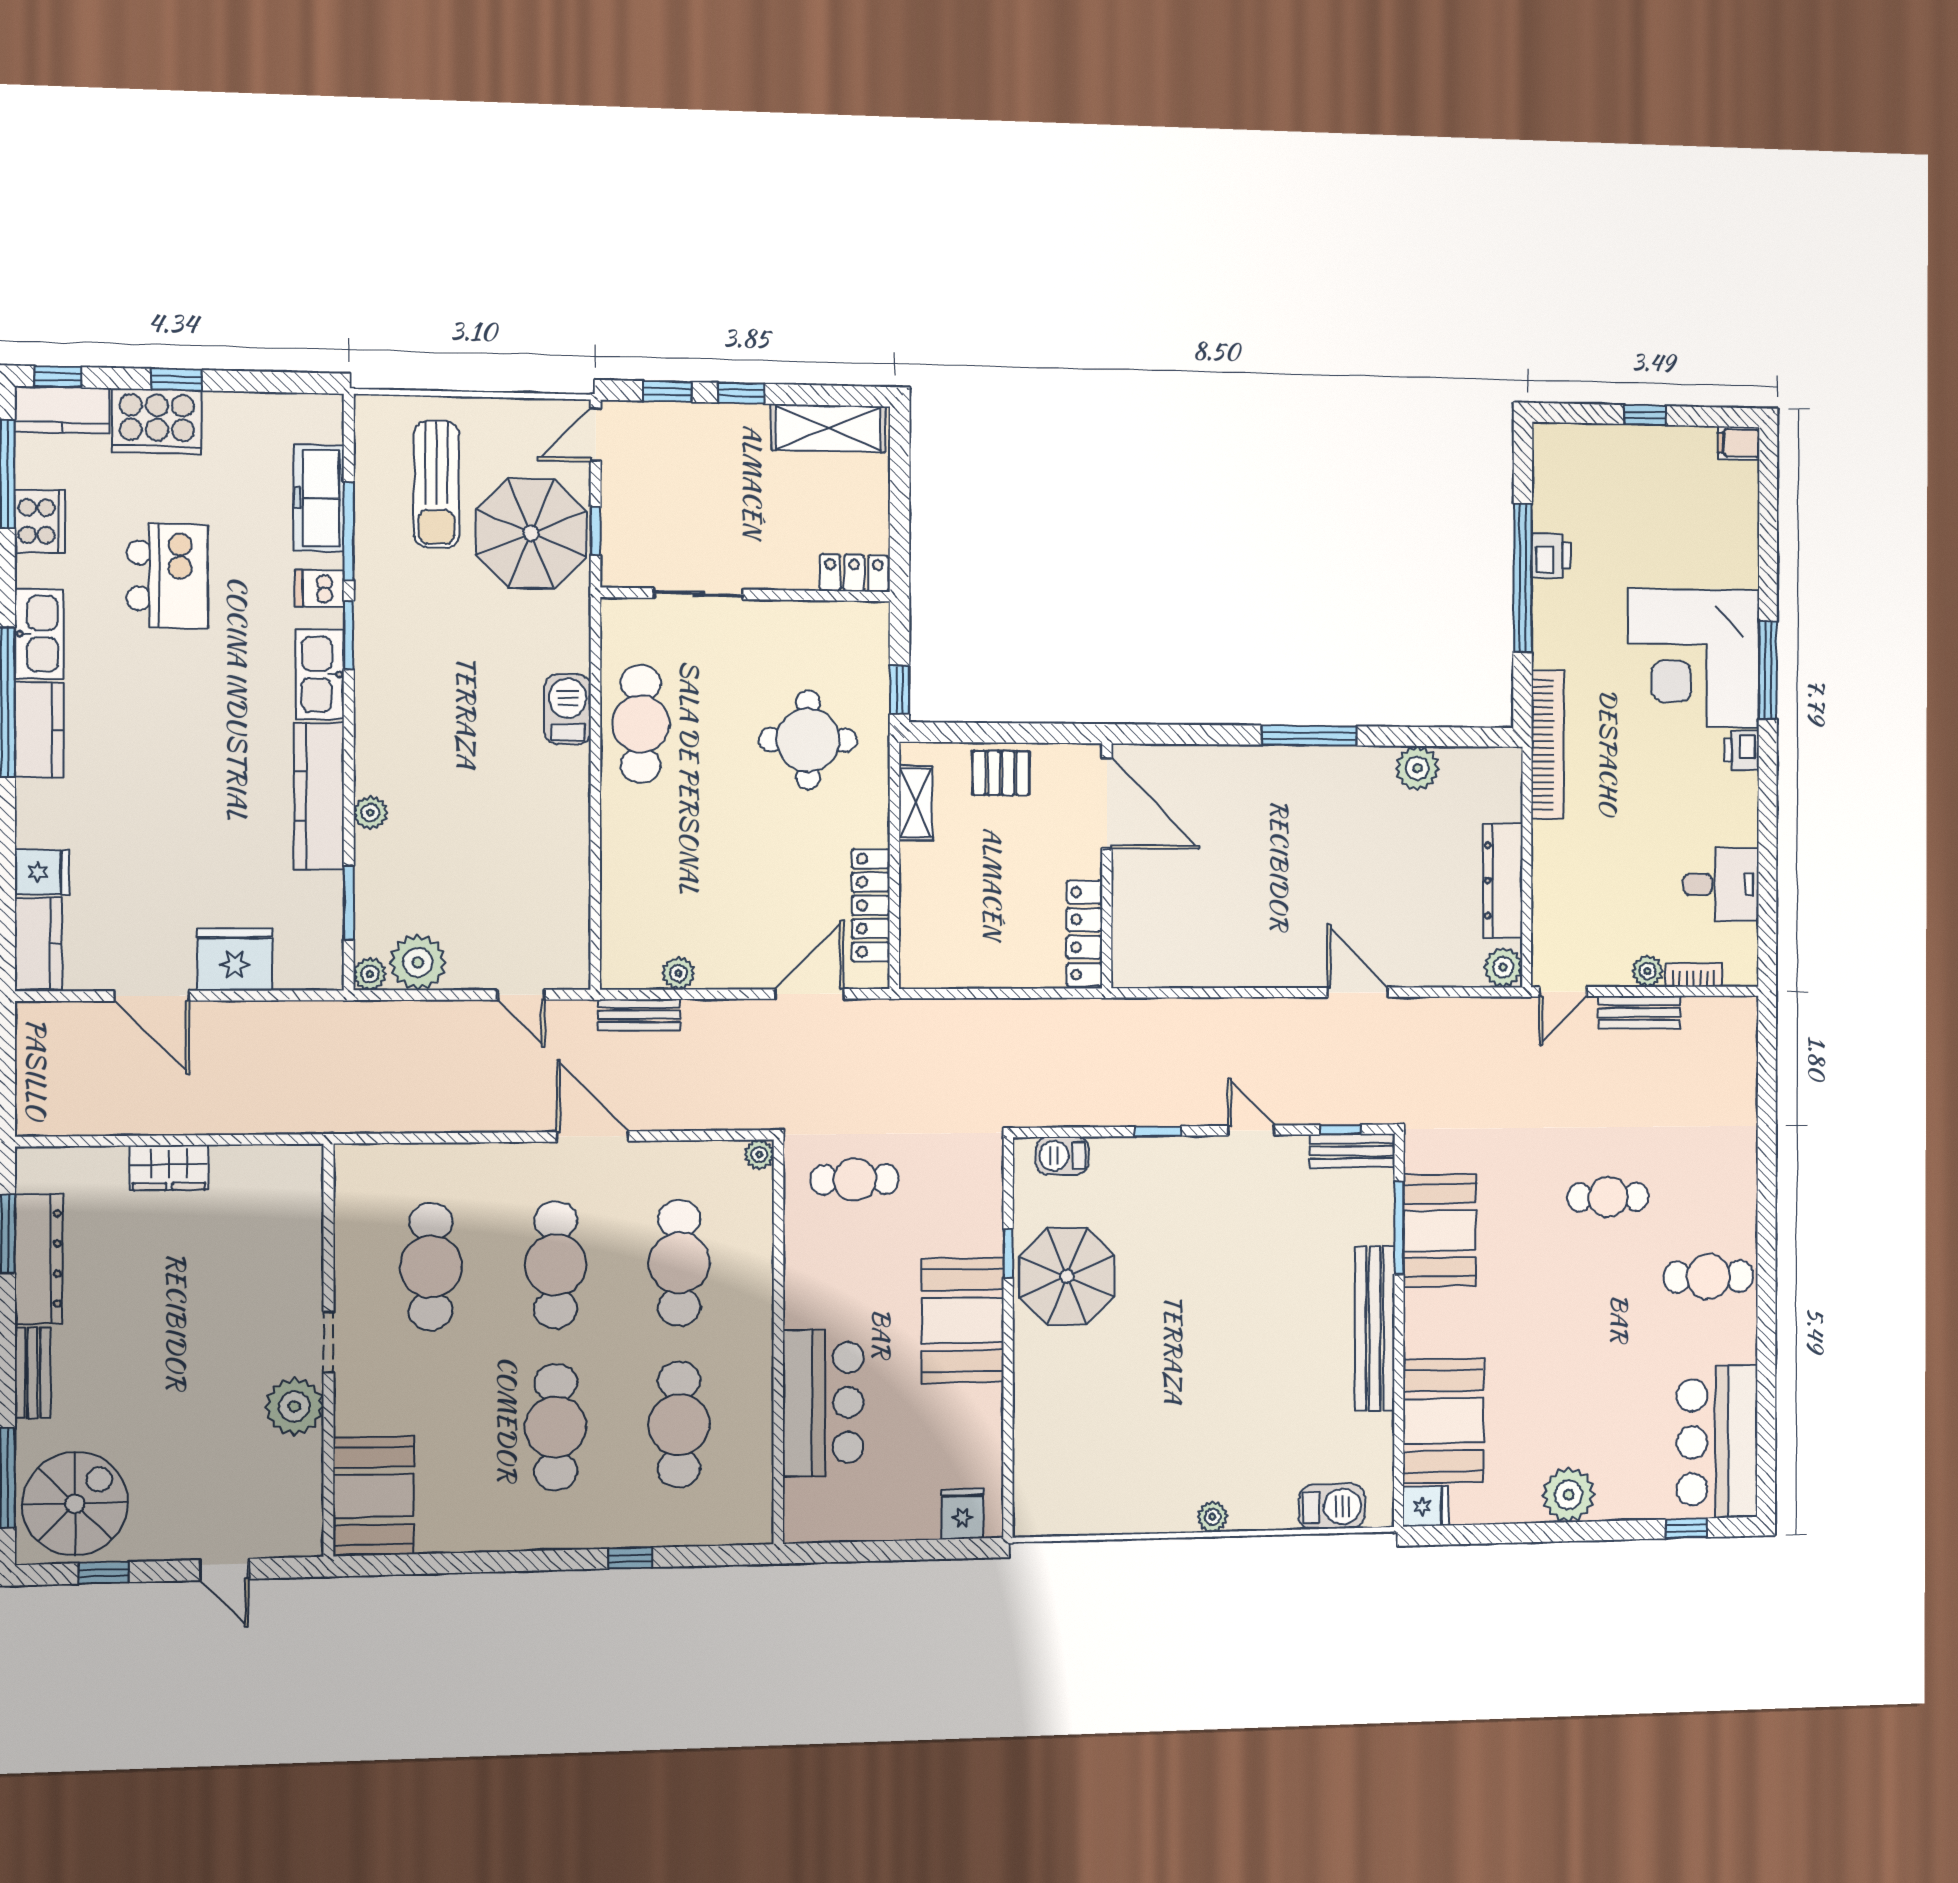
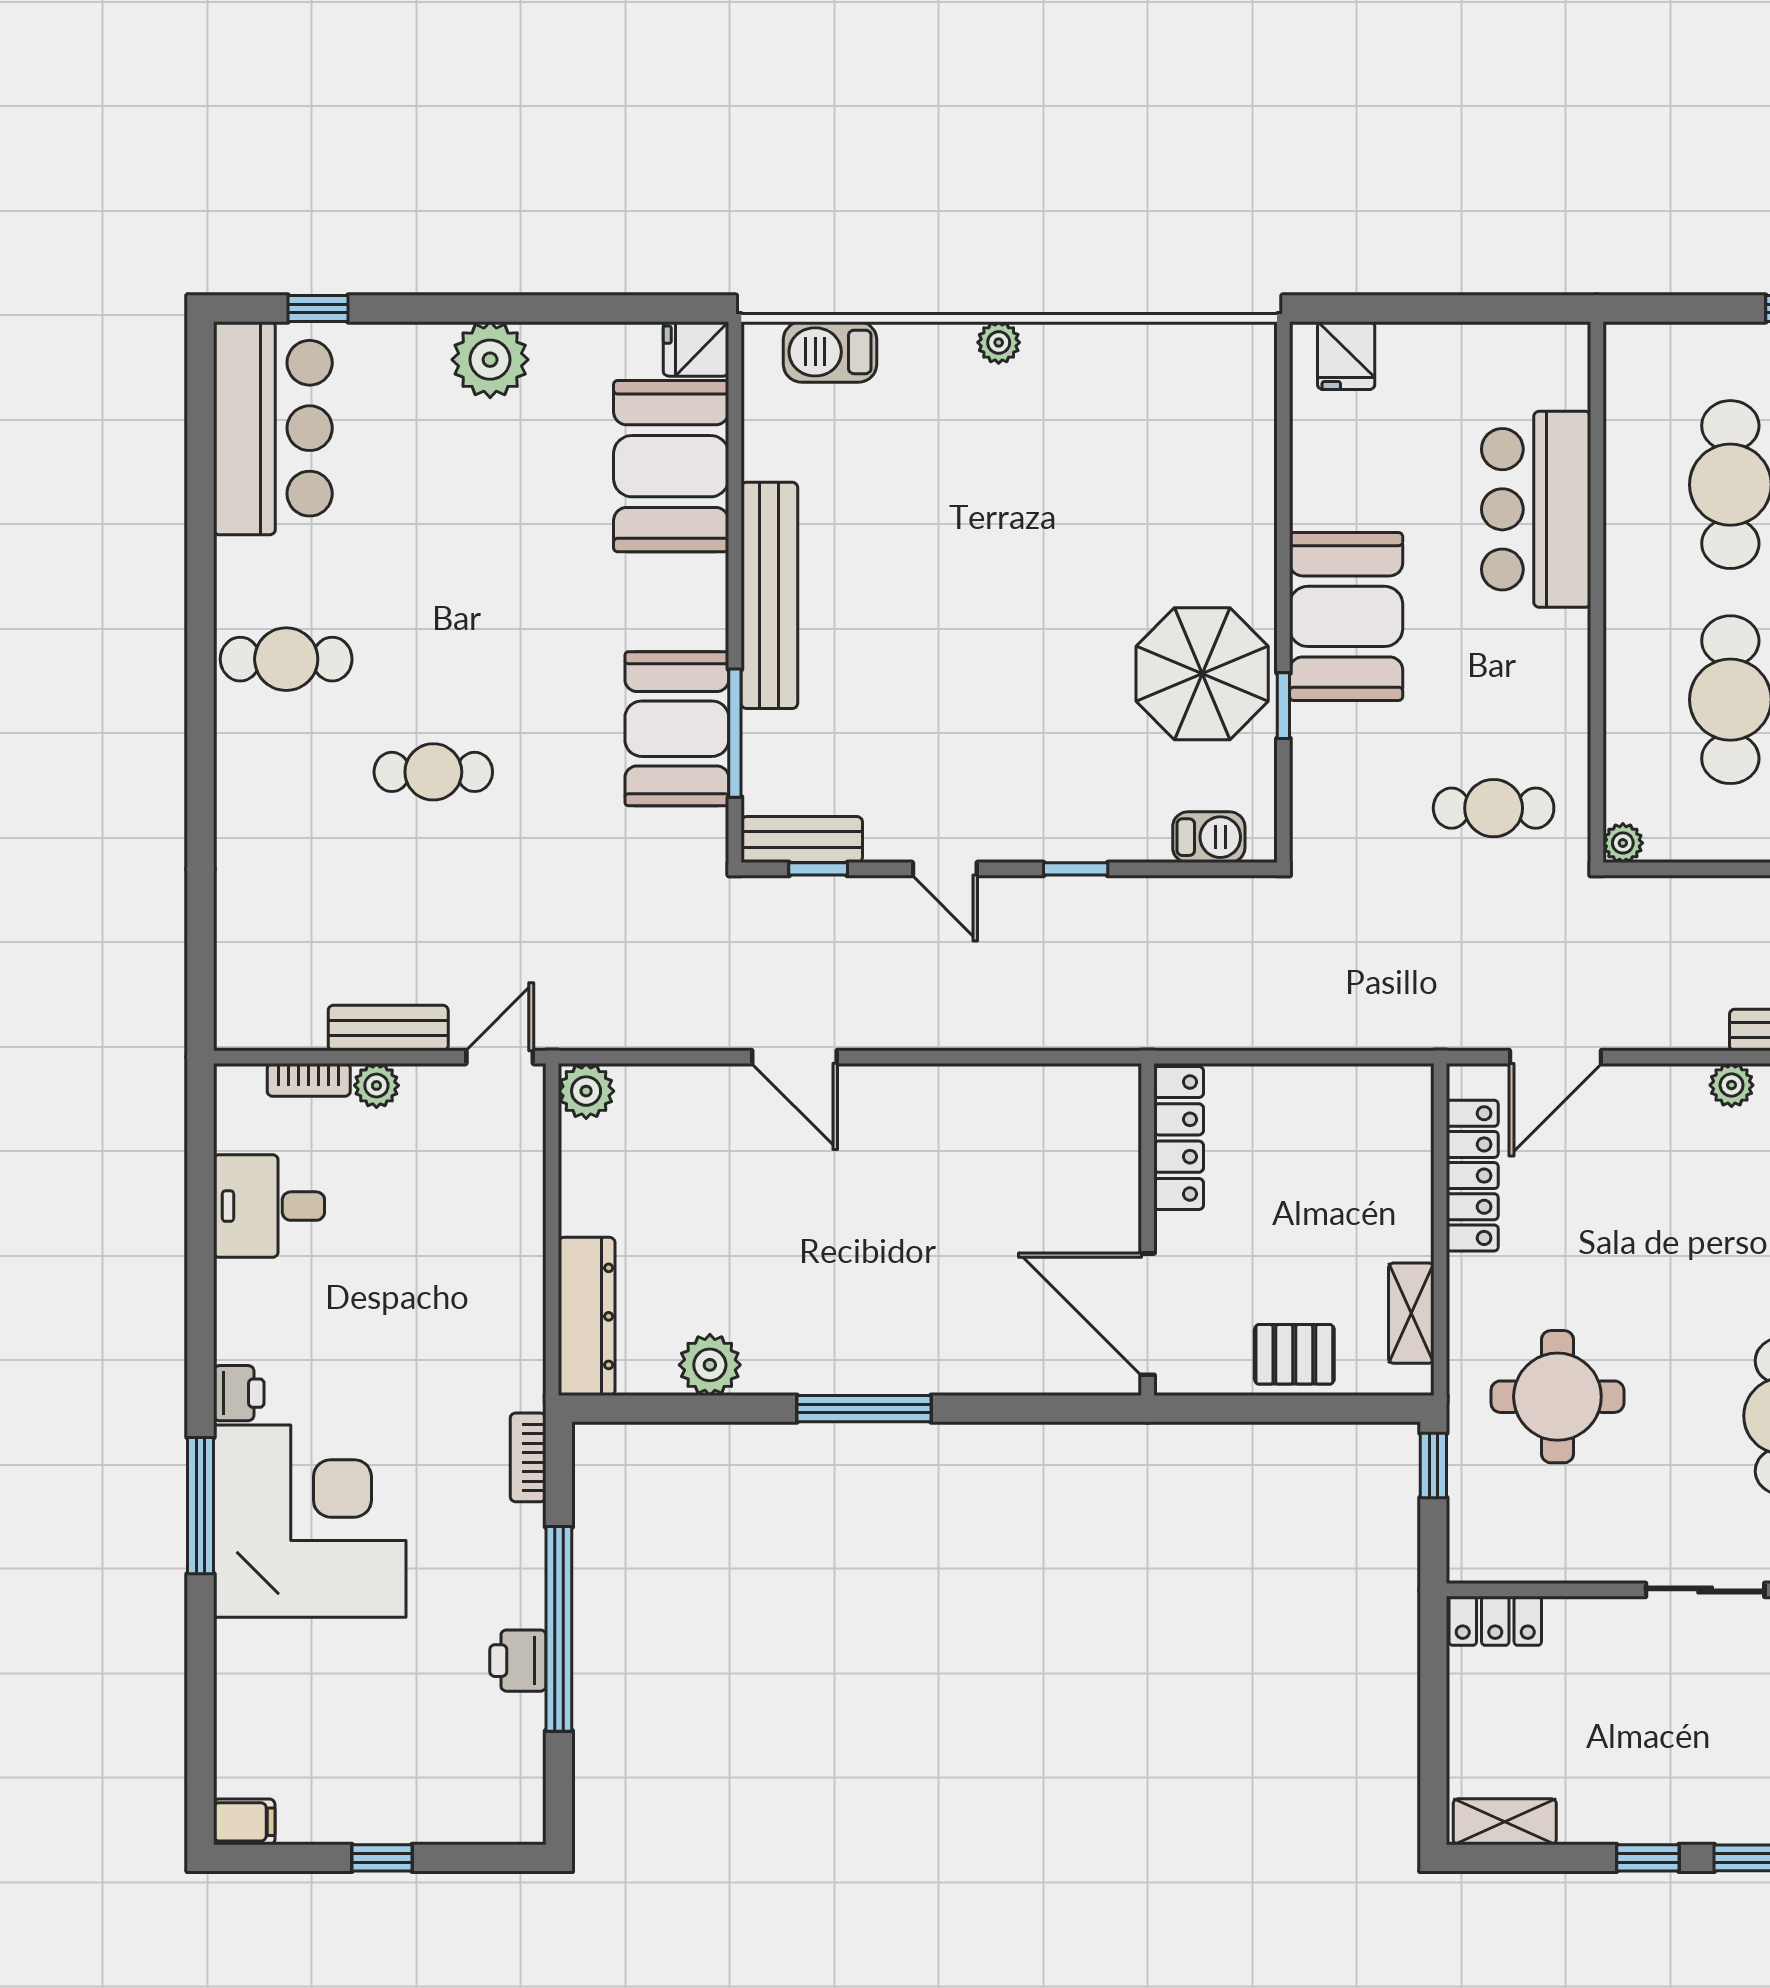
shelving: (828, 428) -> (1505, 1822), width x0.67, depth x0.75
bookcase: (1548, 745) -> (528, 1457), width x0.43, depth x0.76
dresser: (1503, 881) -> (587, 1316), moved

